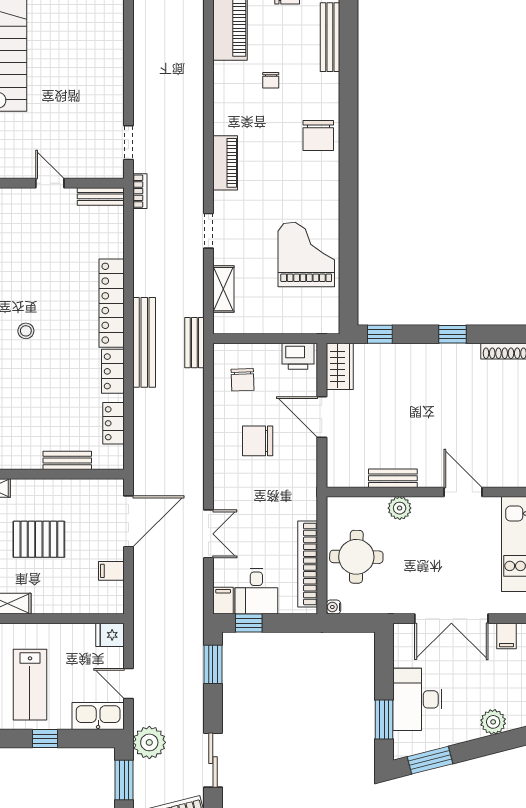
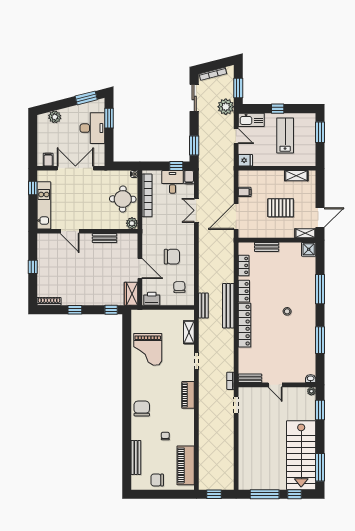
plant: (400, 508) -> (132, 223), moved

